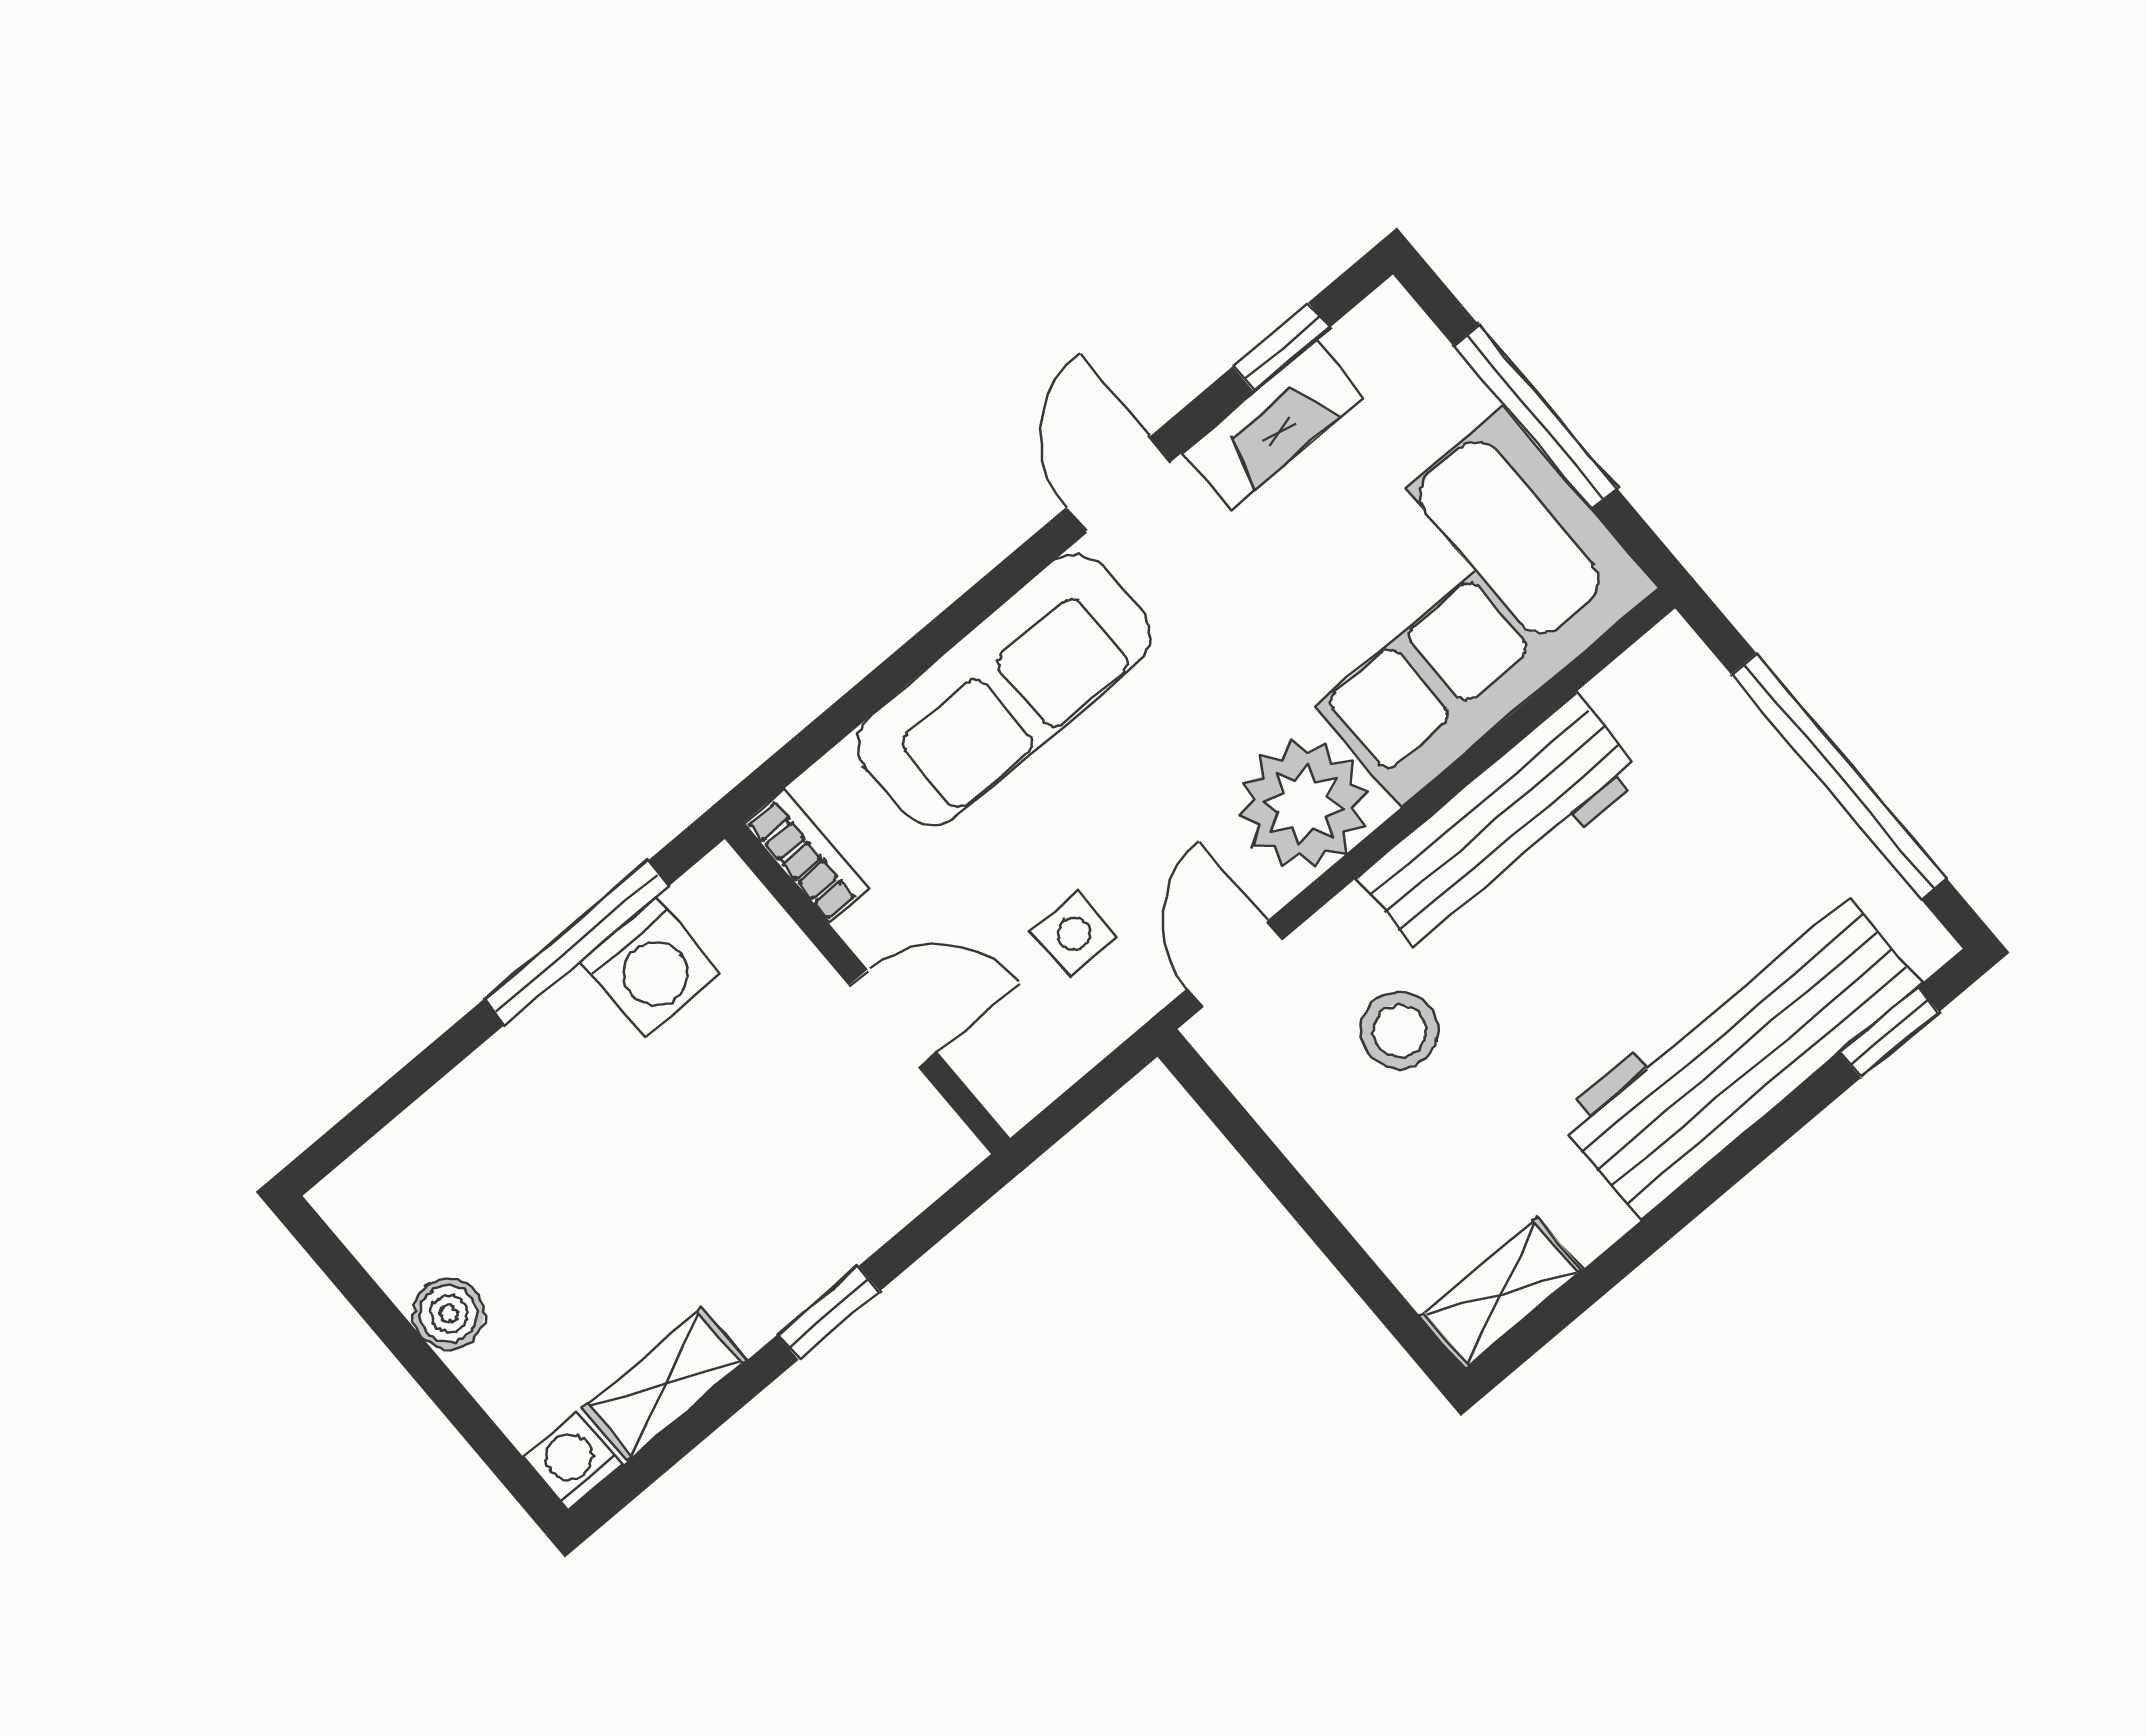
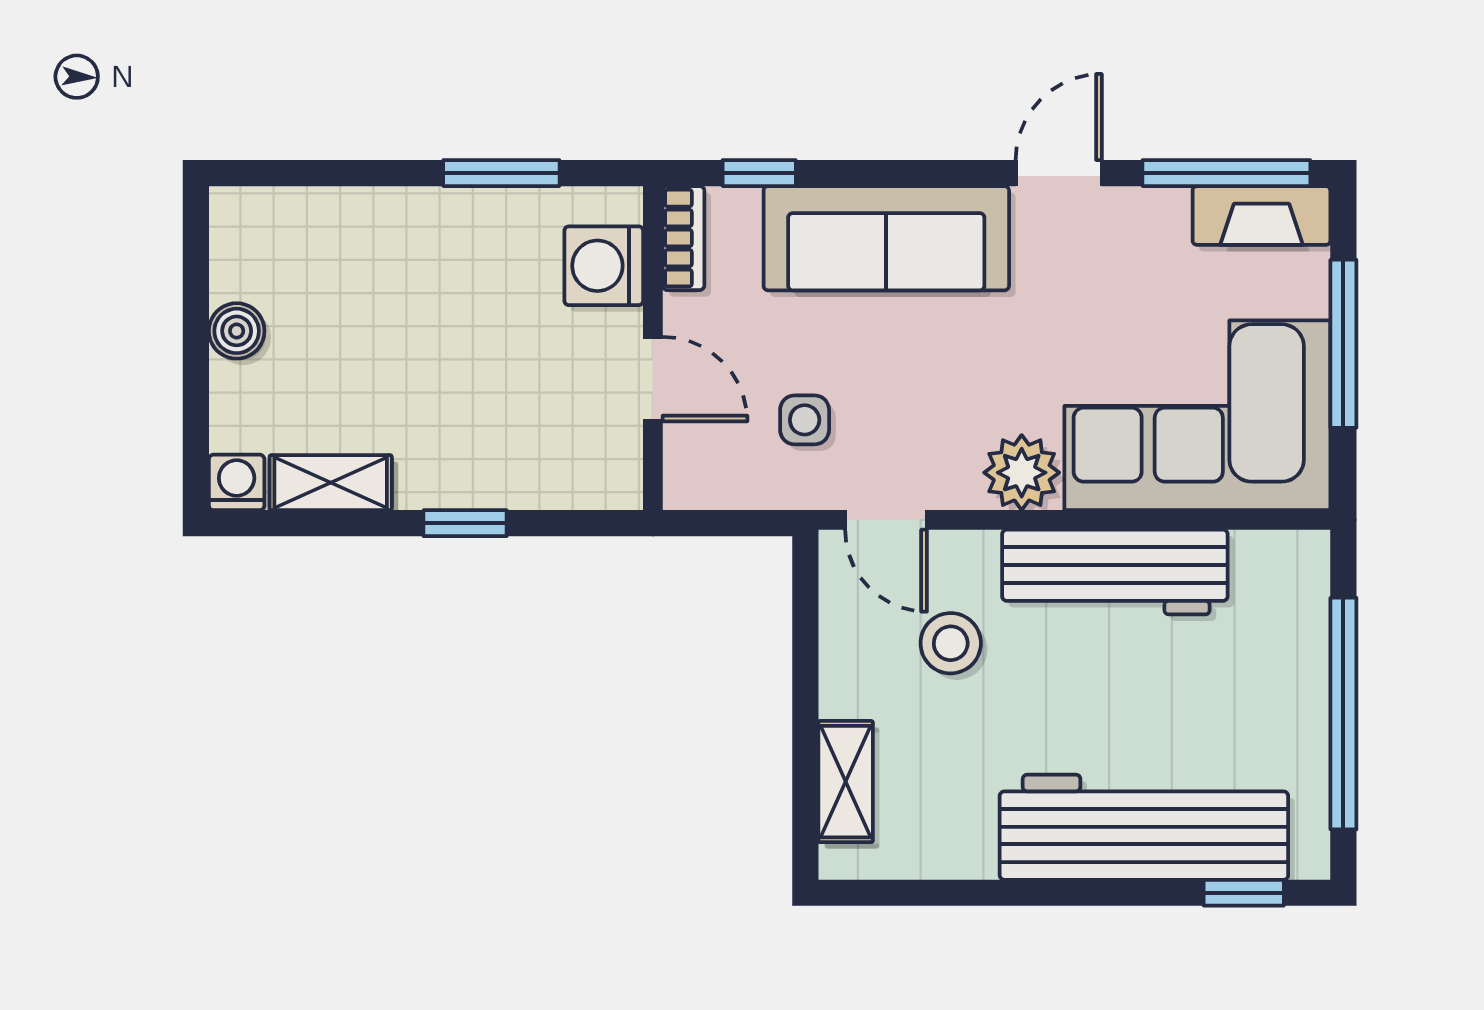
window: (1281, 347) -> (1226, 173), width x2.17
fireplace: (1273, 425) -> (1261, 216), moved
window: (827, 731) -> (759, 173), added
plant: (1304, 804) -> (1022, 473), width x0.73, depth x0.73
window: (576, 943) -> (501, 173), width x0.69
door: (1235, 964) -> (886, 520), swing flipped
washing machine: (650, 968) -> (604, 266), moved, turned 90
shelving: (1501, 1293) -> (846, 782), moved, turned 90

